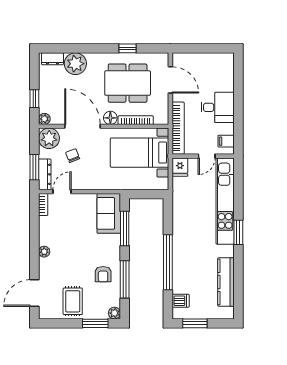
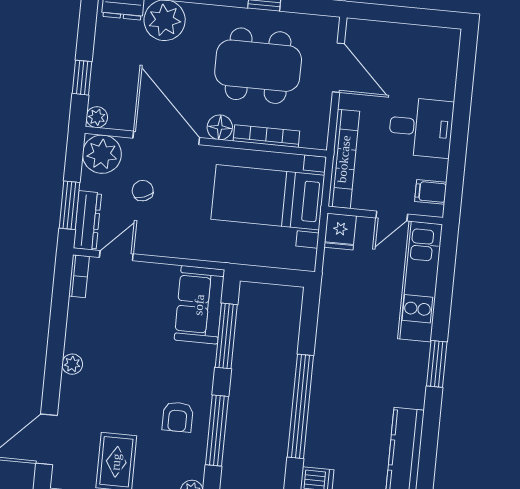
kitchen unit: (225, 201) -> (420, 282), width x0.73

